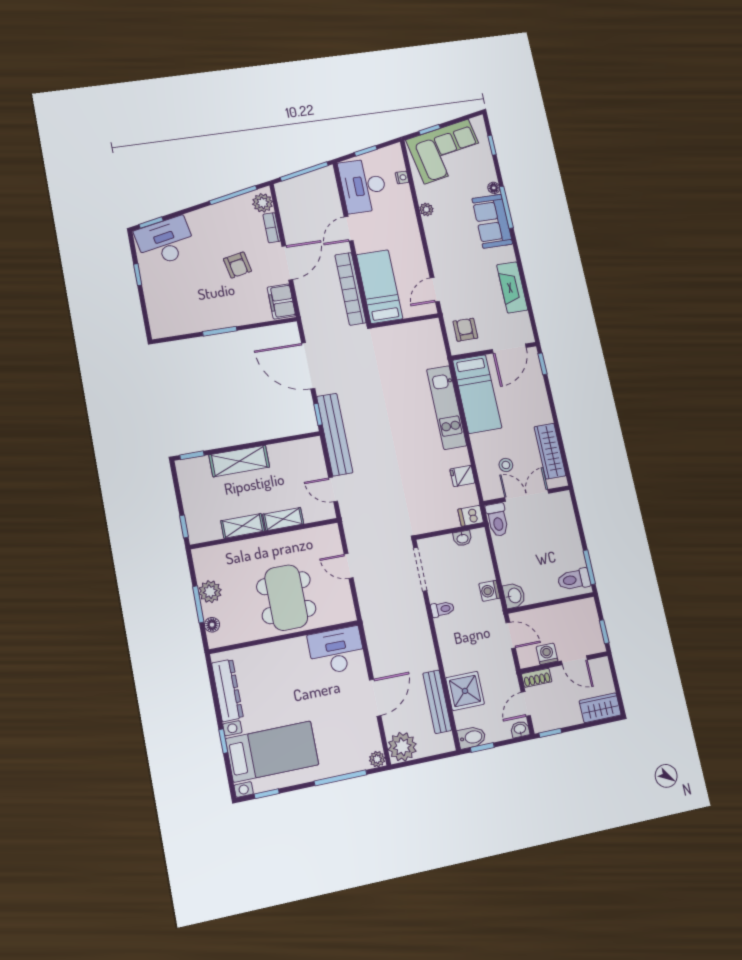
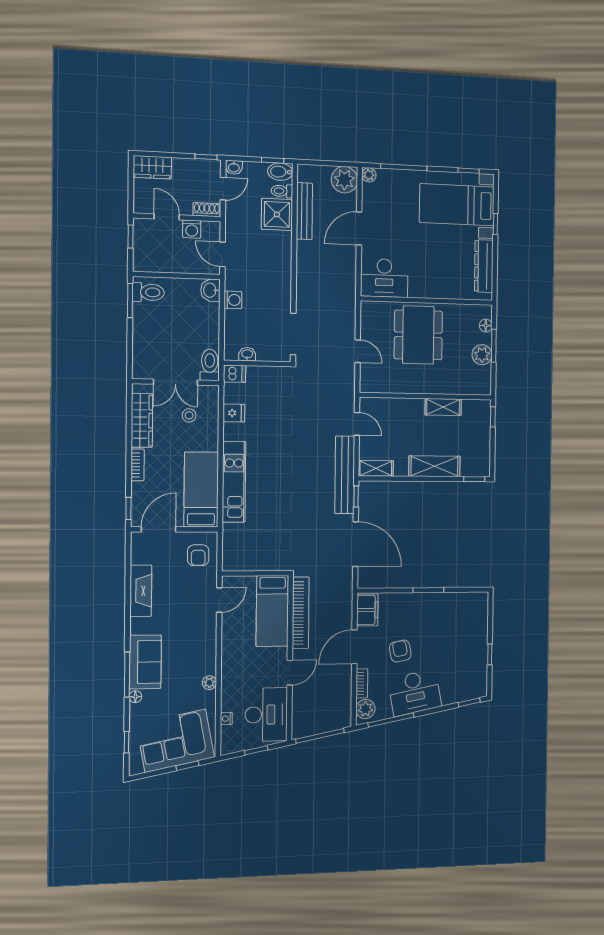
desk: (165, 242) -> (415, 693), moved
bookcase: (544, 407) -> (137, 465), added
shelving: (283, 519) -> (376, 468), moved
toilet: (442, 609) -> (282, 191), moved

